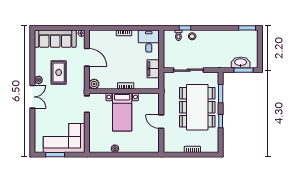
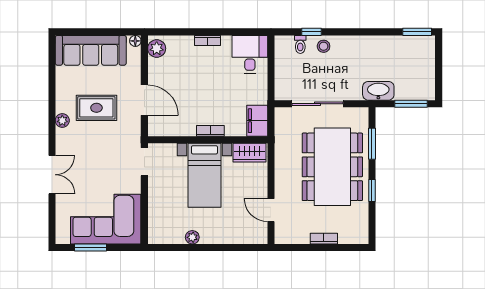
door: (87, 57) -> (144, 100), moved
washbasin: (241, 62) -> (378, 91), moved
filing cabinet: (153, 69) -> (257, 121), moved
rug: (59, 72) -> (96, 108), turned 90
plant: (94, 84) -> (157, 48), moved
double door: (32, 97) -> (52, 175), moved
wardrobe: (149, 99) -> (250, 153), added
door: (161, 122) -> (271, 210), moved

